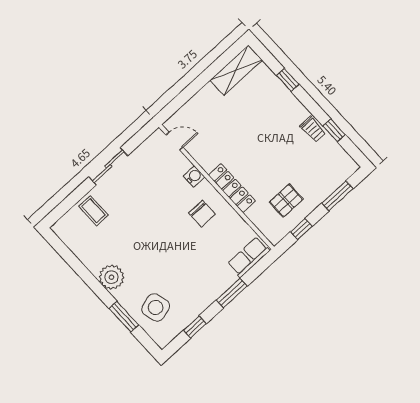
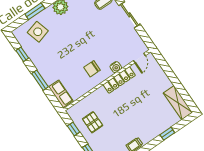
locker: (232, 188) -> (119, 80), moved

